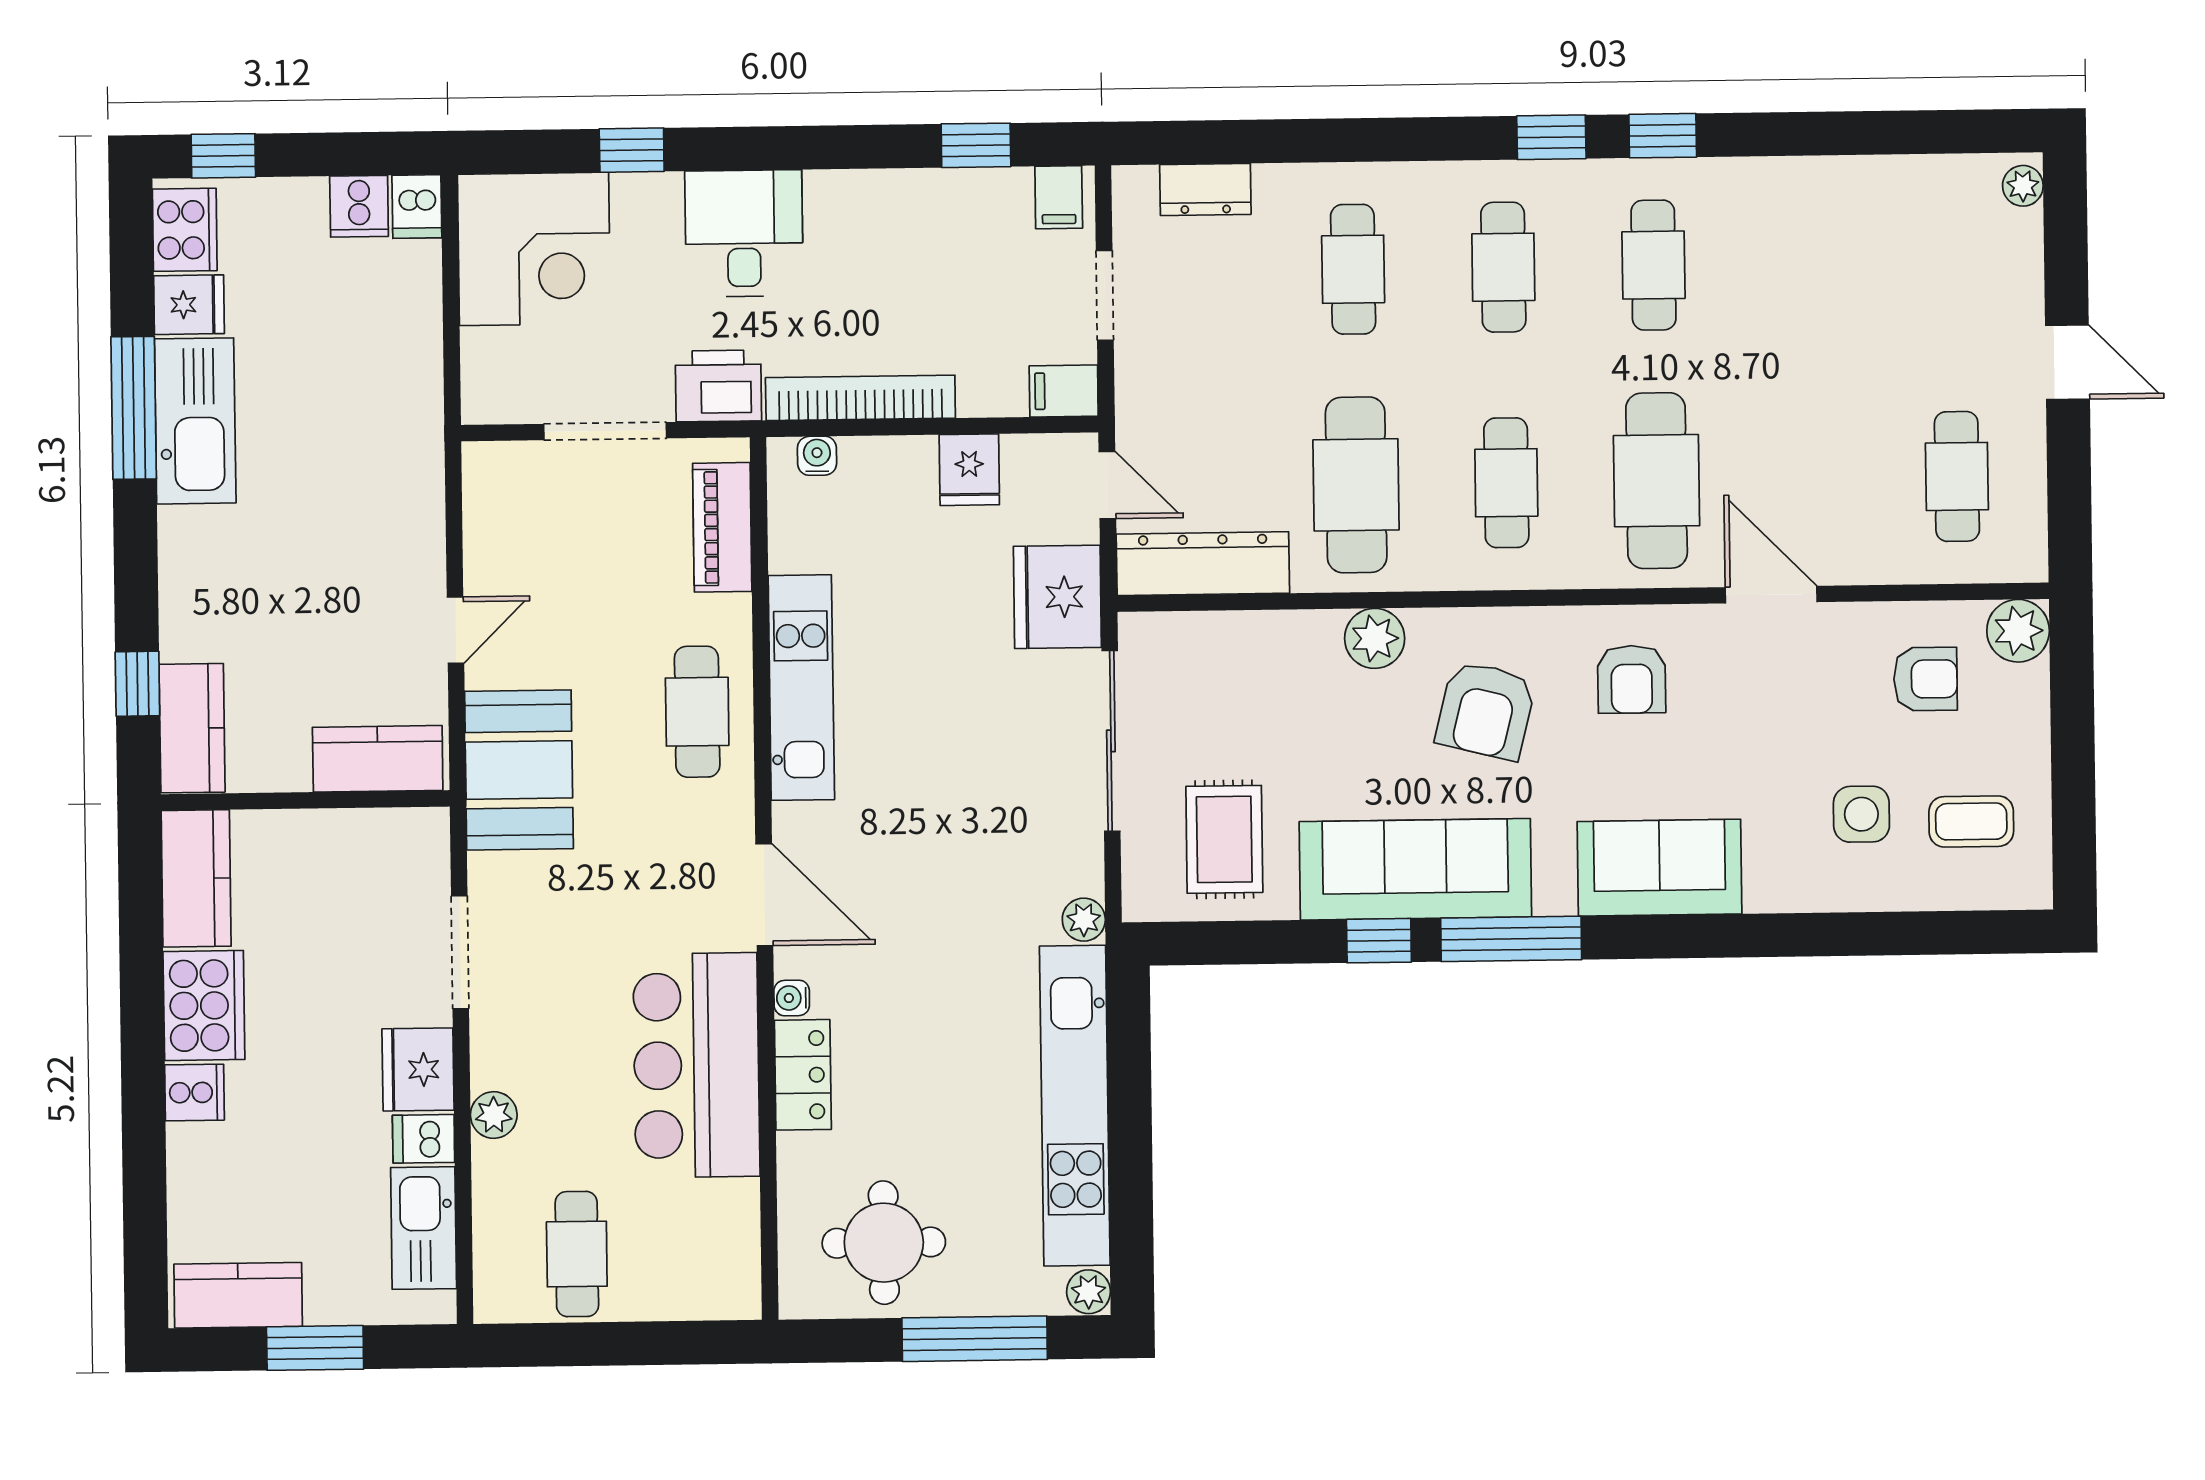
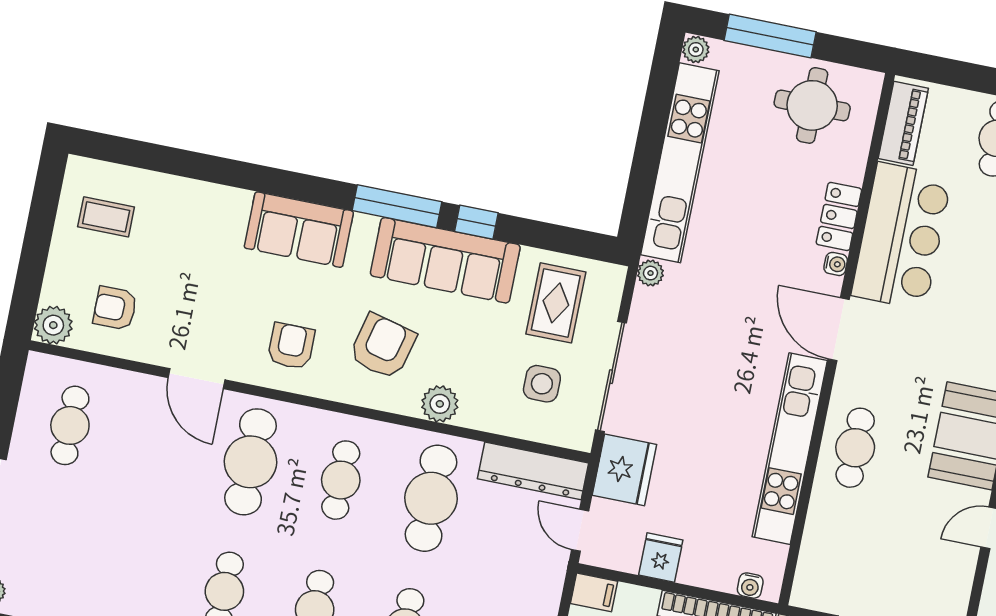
piano: (722, 527) -> (903, 123), moved
kitchen unit: (801, 688) -> (790, 449), width x1.36
side table: (1861, 814) -> (542, 384), moved

